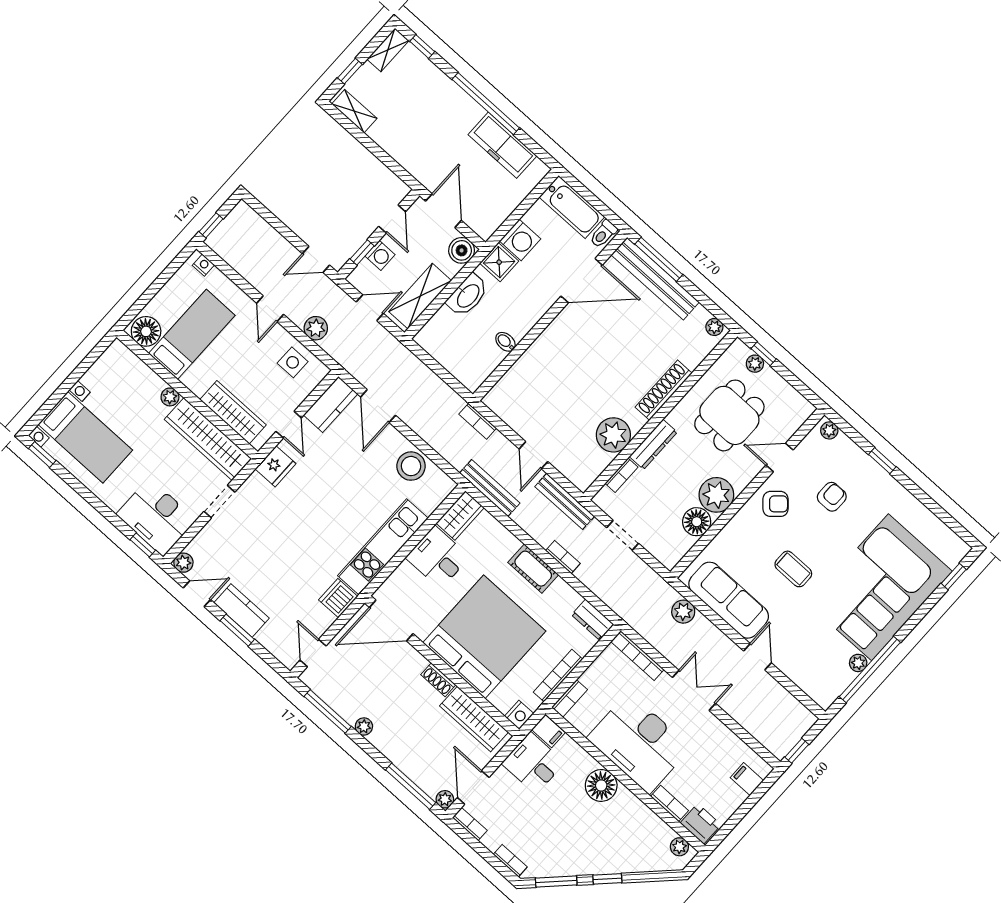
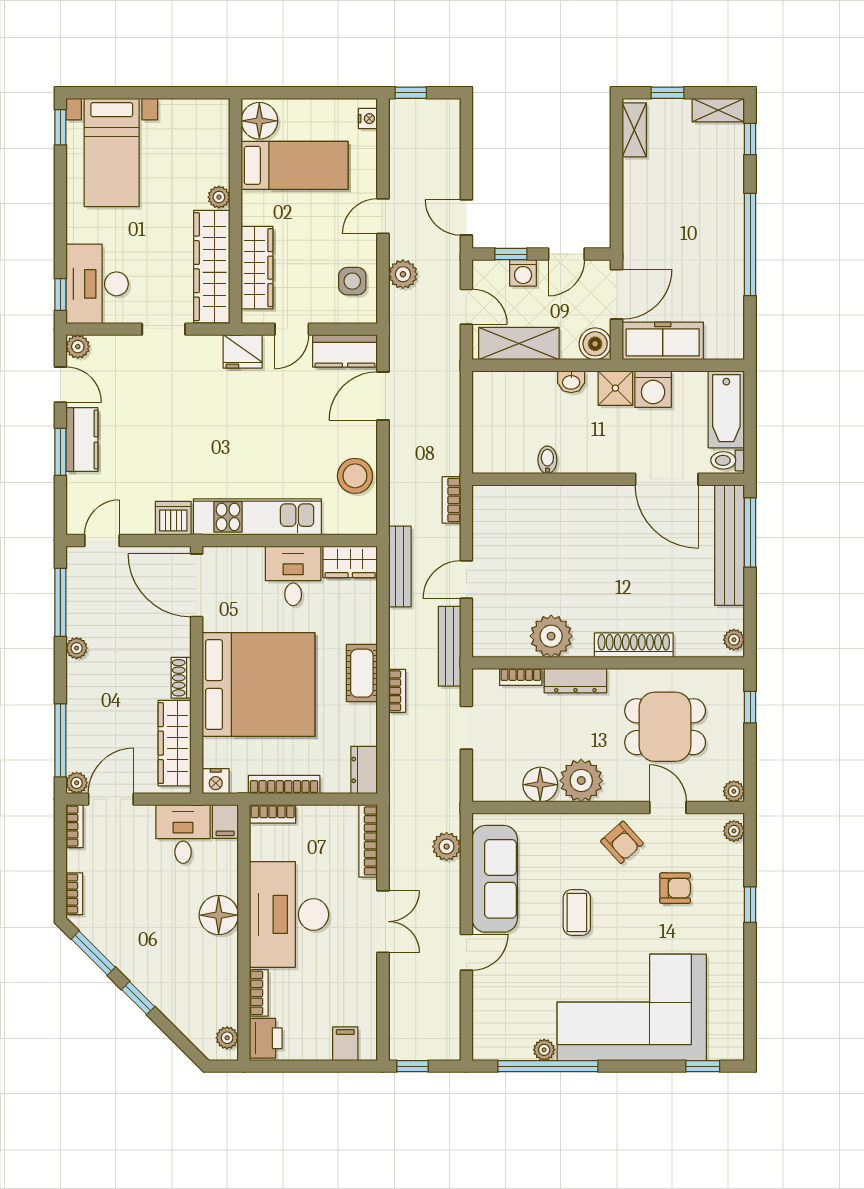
freezer: (502, 145) -> (663, 341), moved, turned 90
washbasin: (468, 295) -> (571, 382), width x0.52, depth x0.69
plant: (755, 364) -> (734, 791), moved

